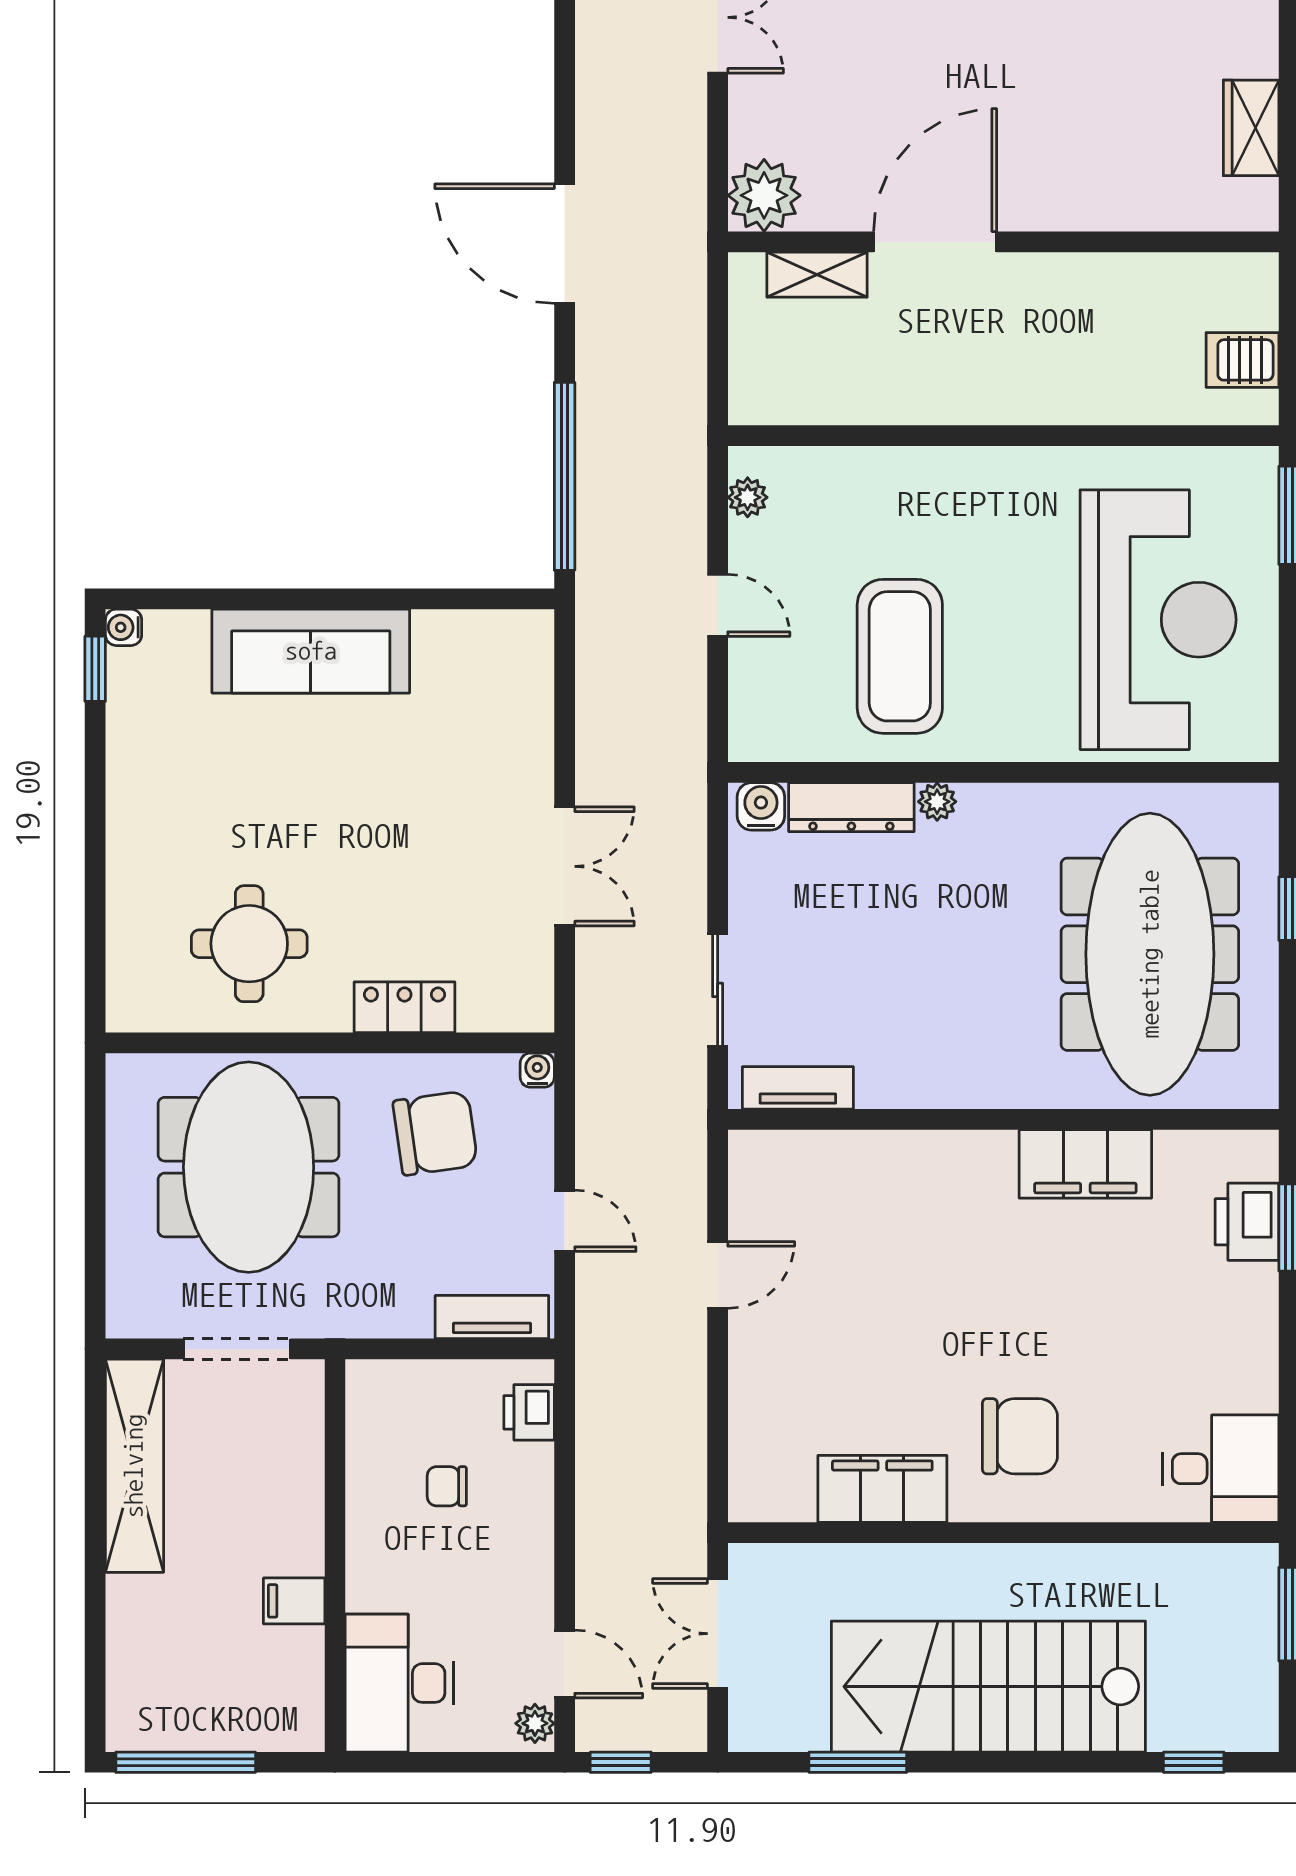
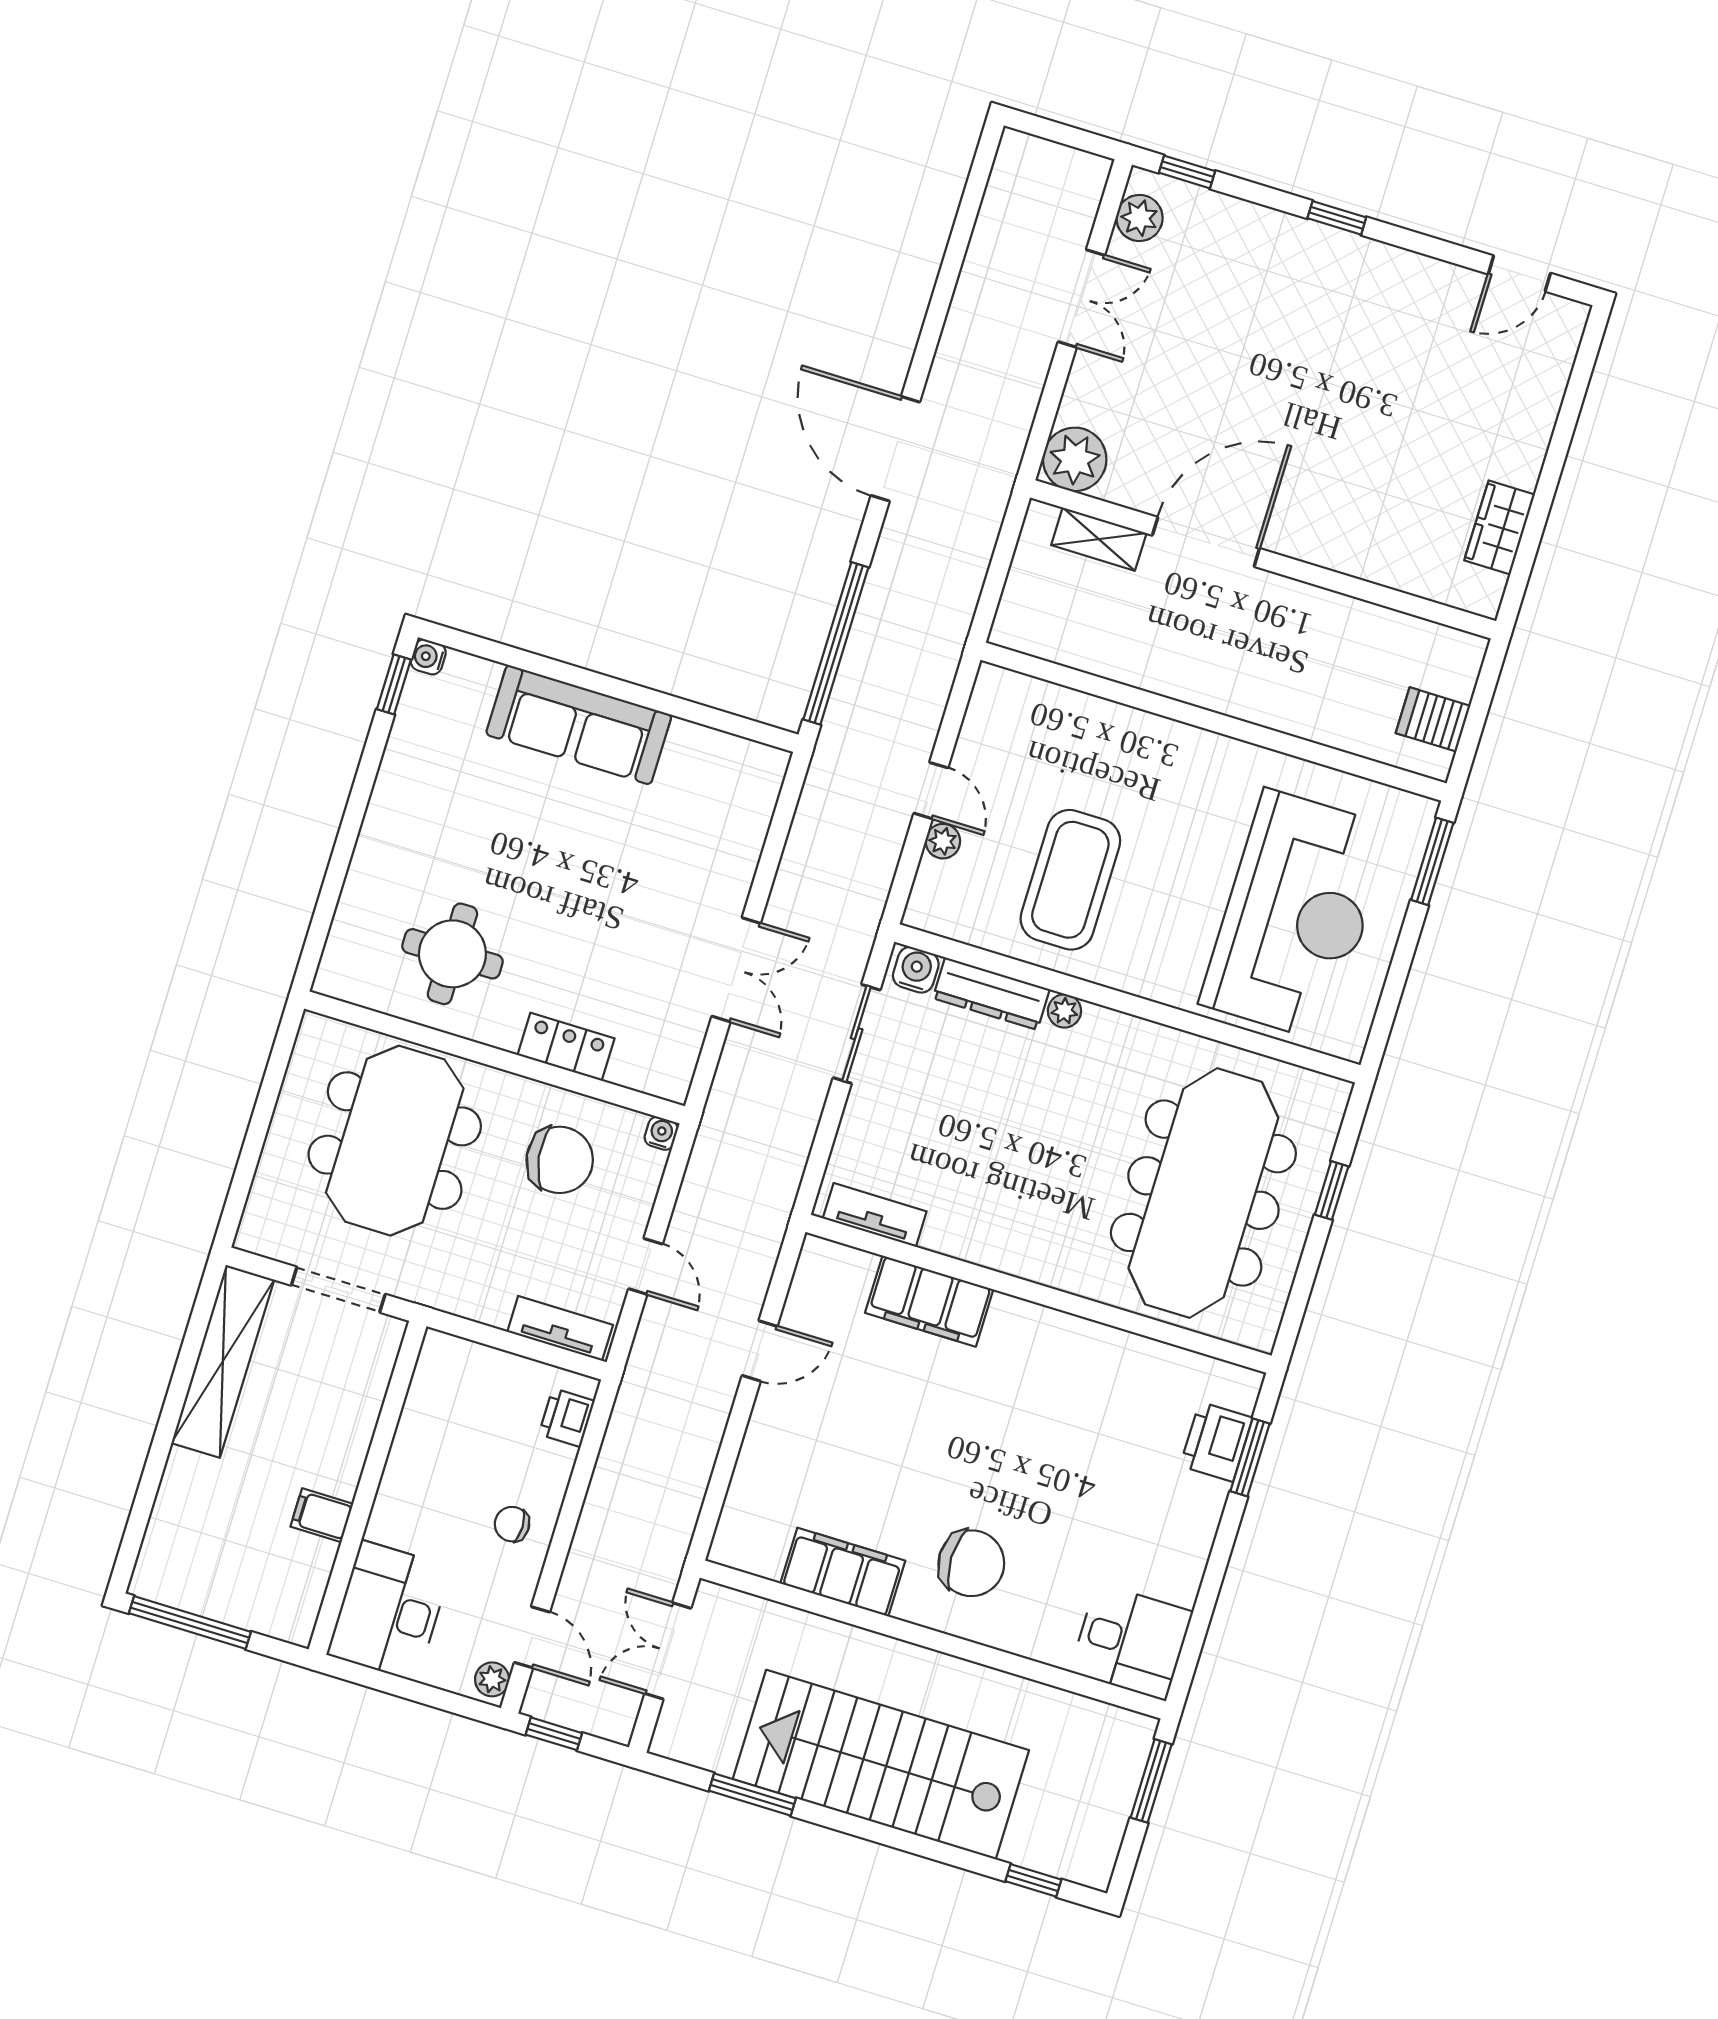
plant: (748, 497) -> (943, 841), moved
sliding door: (718, 990) -> (857, 1034), moved
filing cabinet: (1085, 1164) -> (929, 1301), moved
chair: (447, 1486) -> (512, 1524), moved

